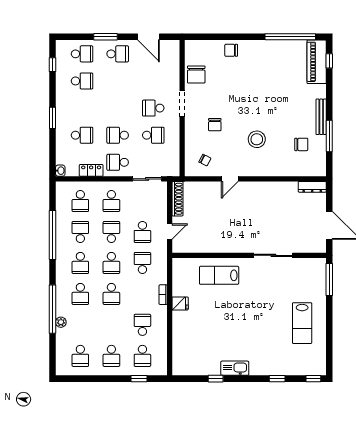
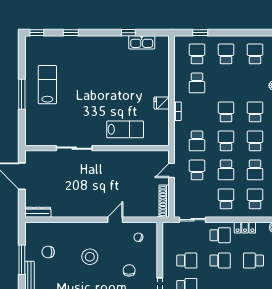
school desk: (153, 135) -> (187, 261), turned 180
window: (329, 279) -> (22, 94), moved
kitchen sink: (235, 368) -> (142, 42), moved

